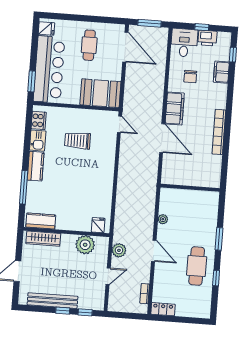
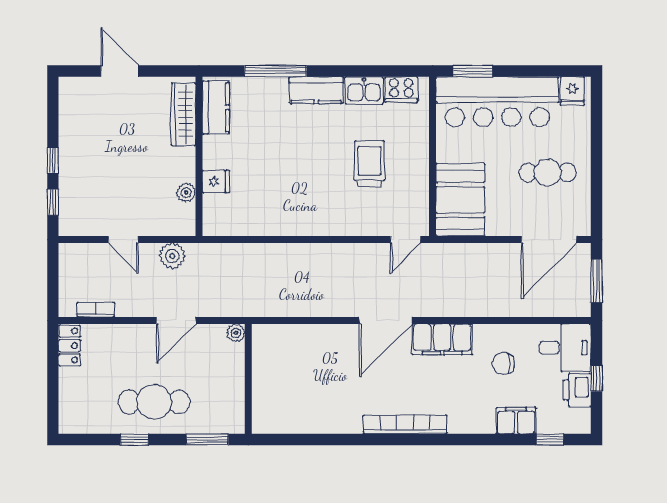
wall: (190, 188) -> (248, 379), moved
fridge: (98, 225) -> (216, 182), moved
plant: (85, 245) -> (186, 193), width x0.53, depth x0.53
bench: (53, 301) -> (70, 140), removed

